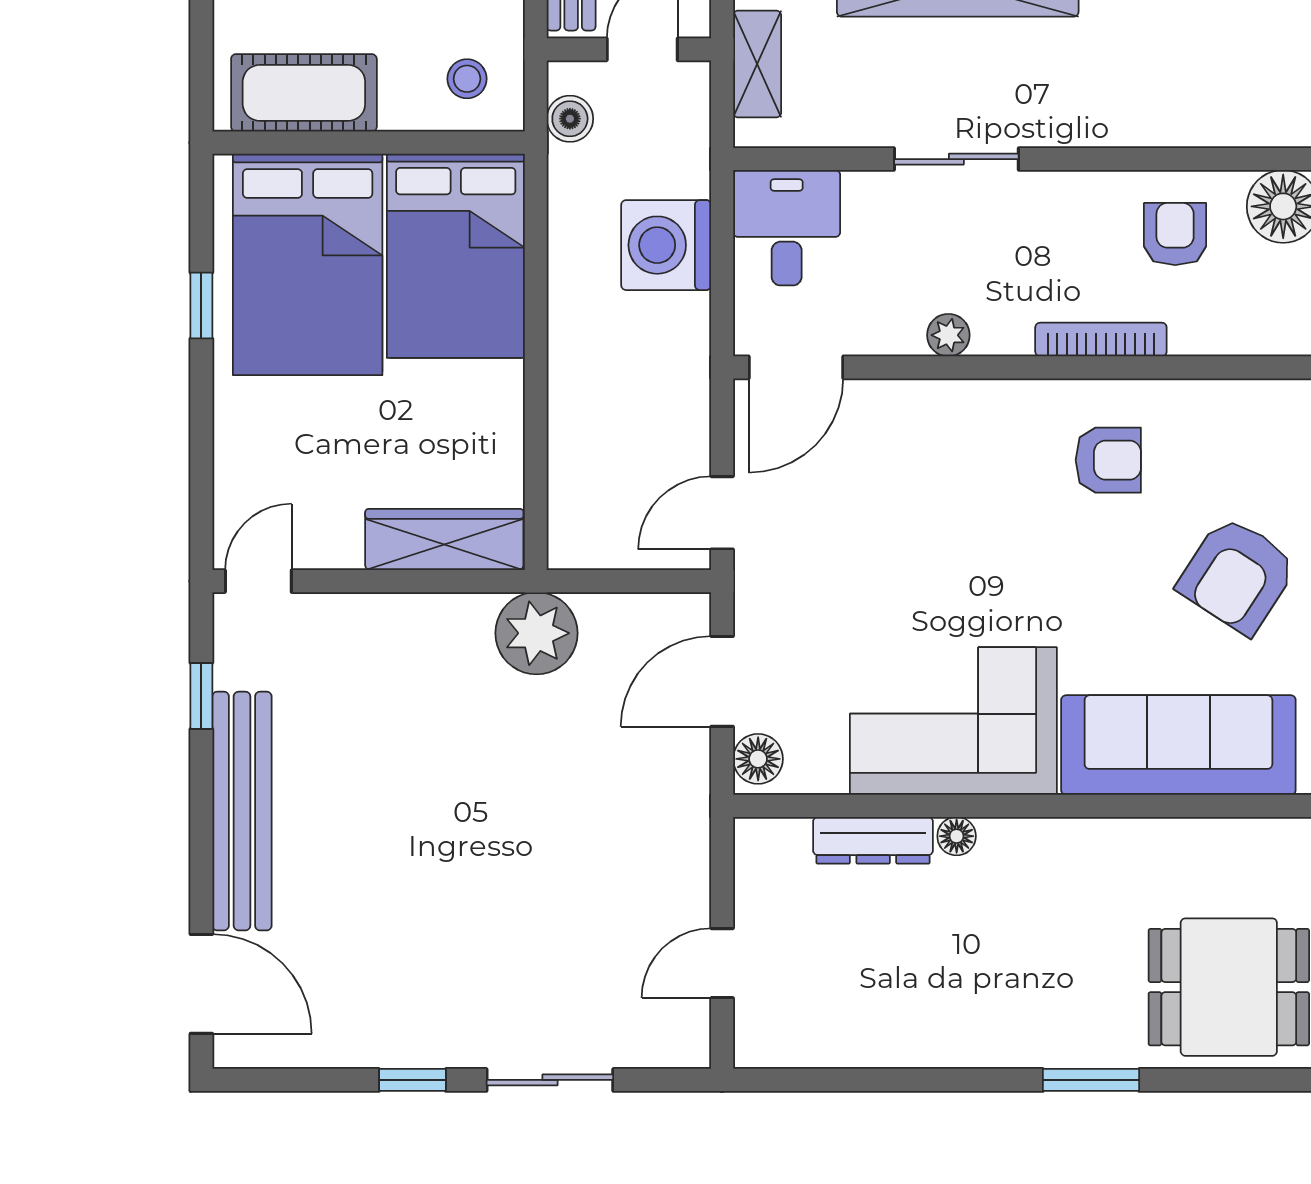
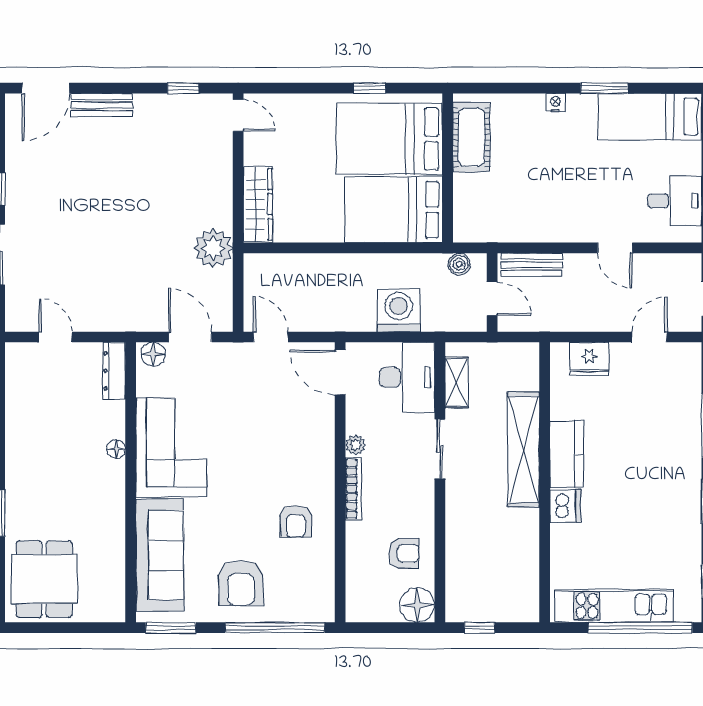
shelving: (757, 64) -> (456, 382), moved, turned 90
stool: (467, 79) -> (478, 215), removed
desk: (787, 228) -> (407, 377), width x1.37
bookcase: (1101, 340) -> (354, 489), moved
armchair: (1237, 575) -> (241, 583), turned -123
bench: (242, 811) -> (102, 105), width x0.54, depth x0.82
dresser: (873, 840) -> (114, 371), moved

